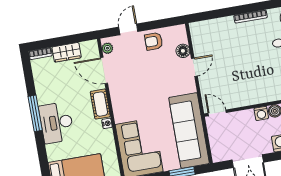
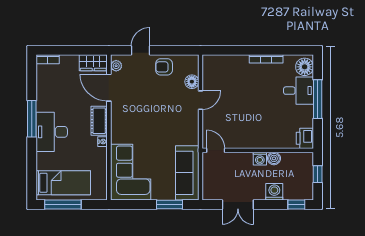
wardrobe: (67, 52) -> (93, 63), moved
sofa: (189, 130) -> (187, 173), width x0.74, depth x0.79

